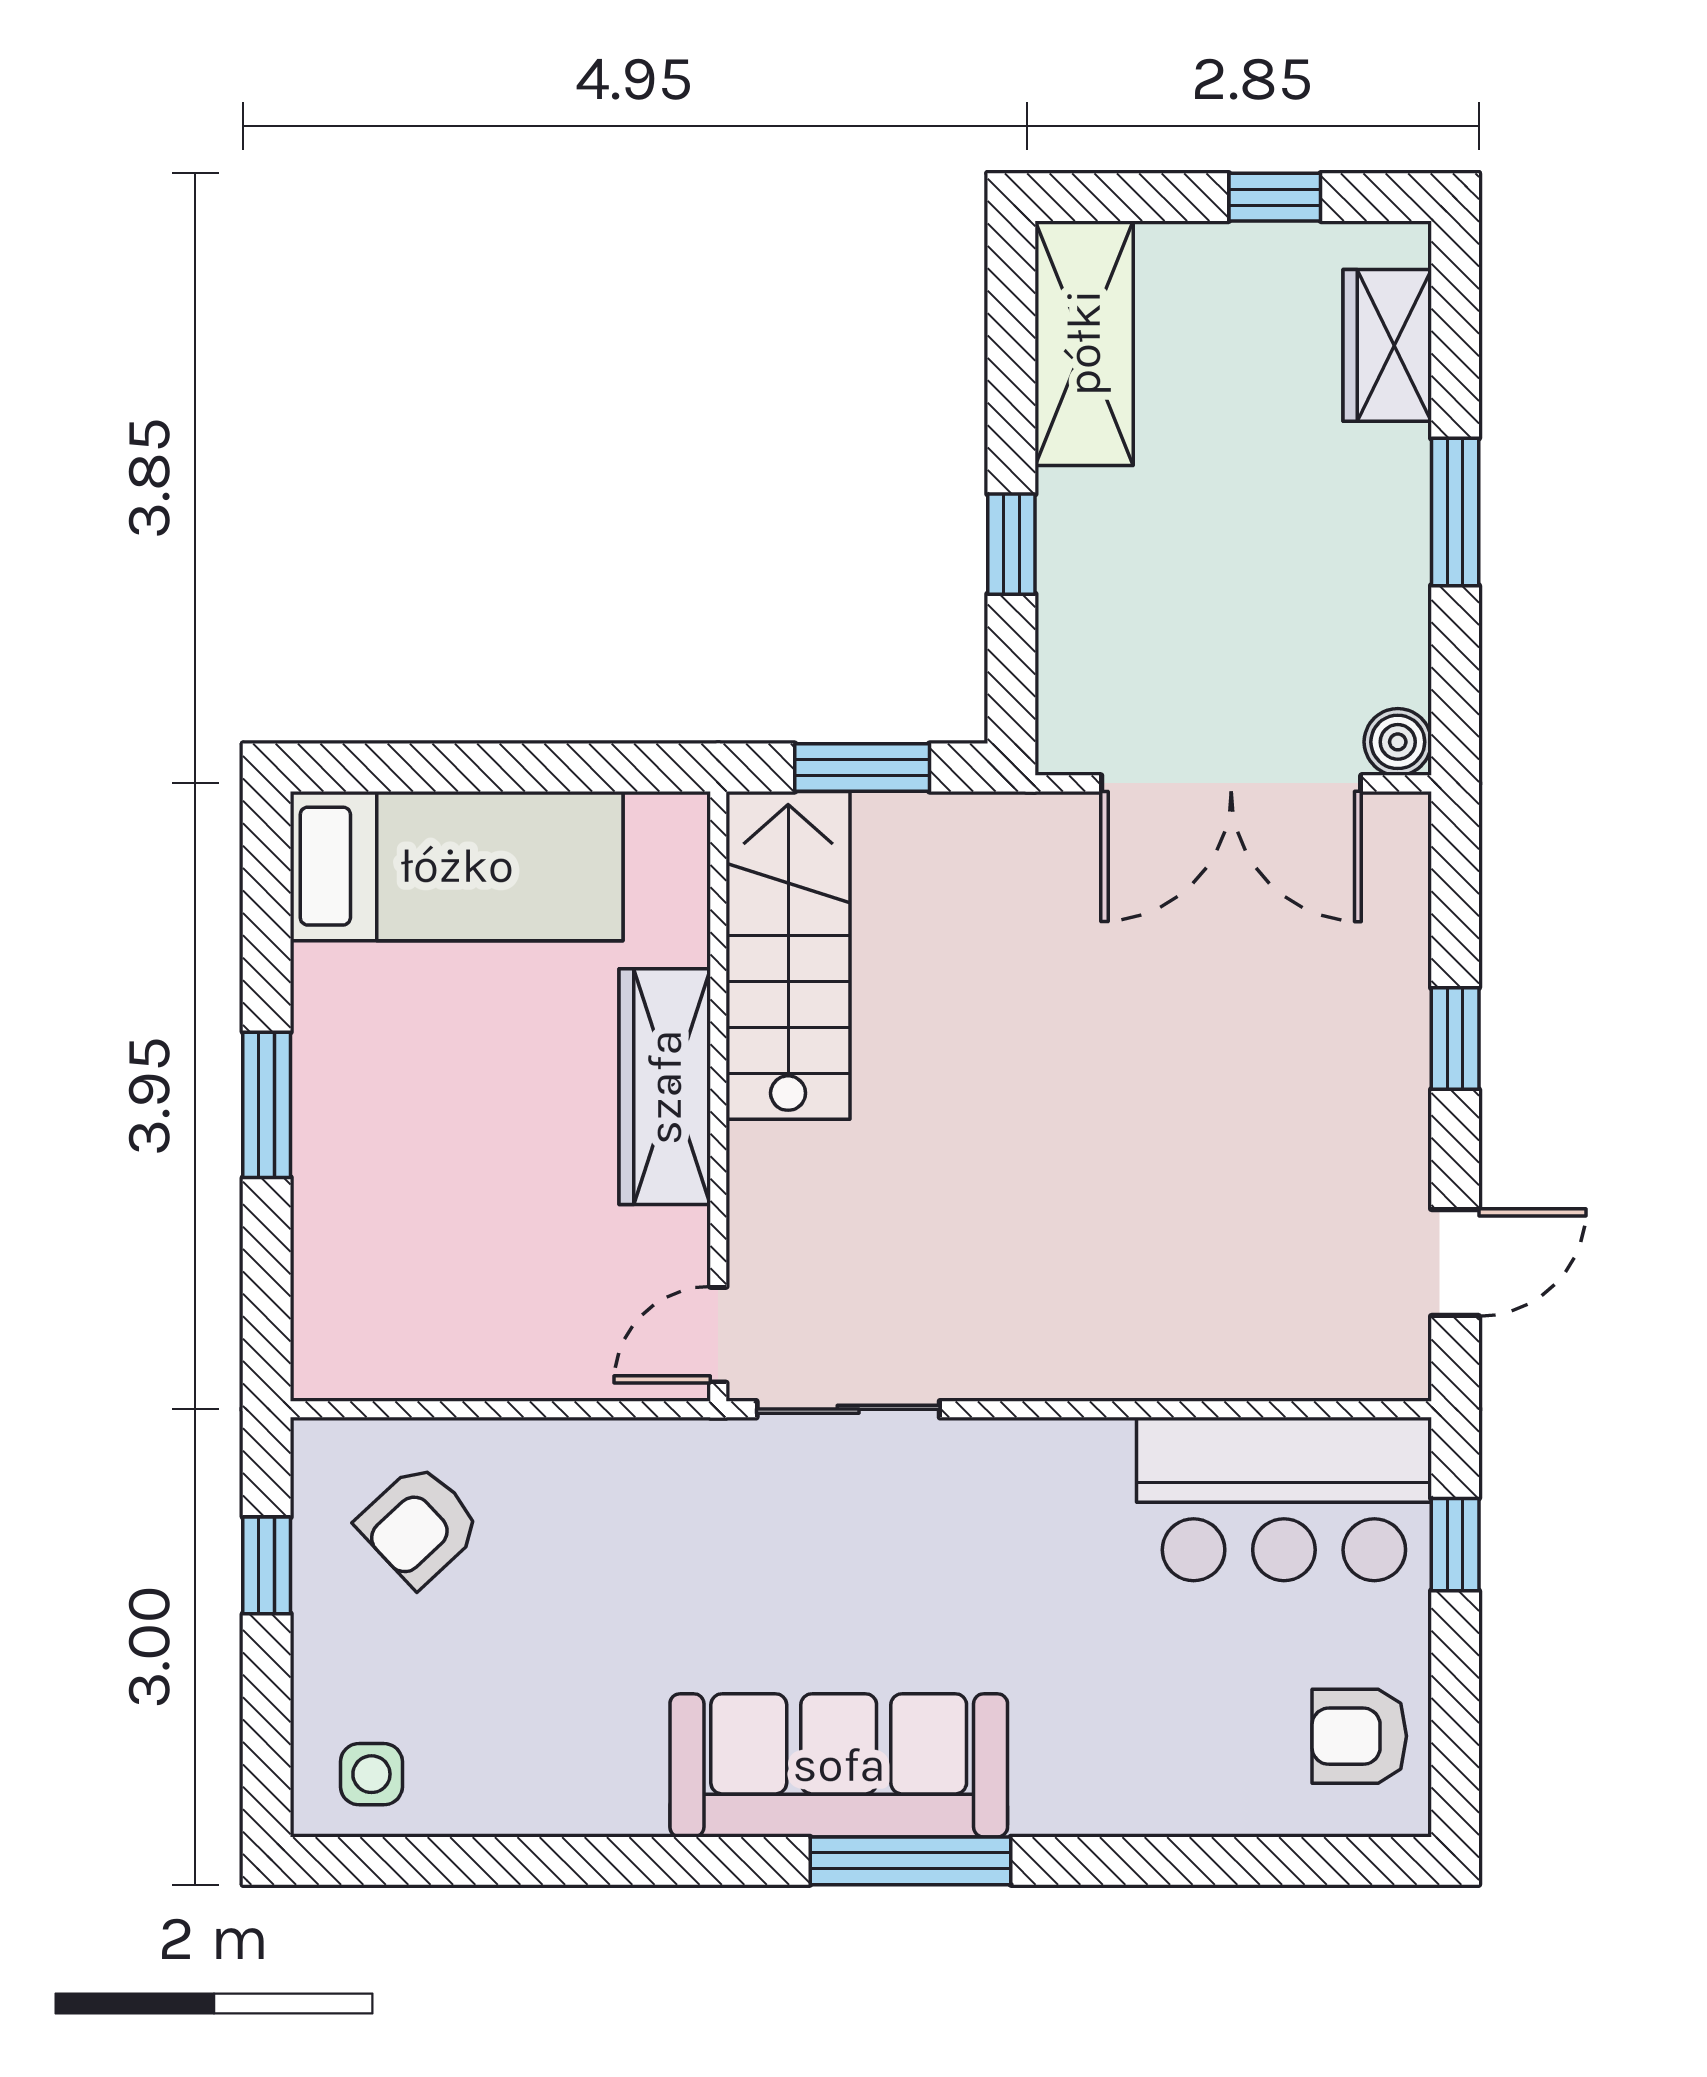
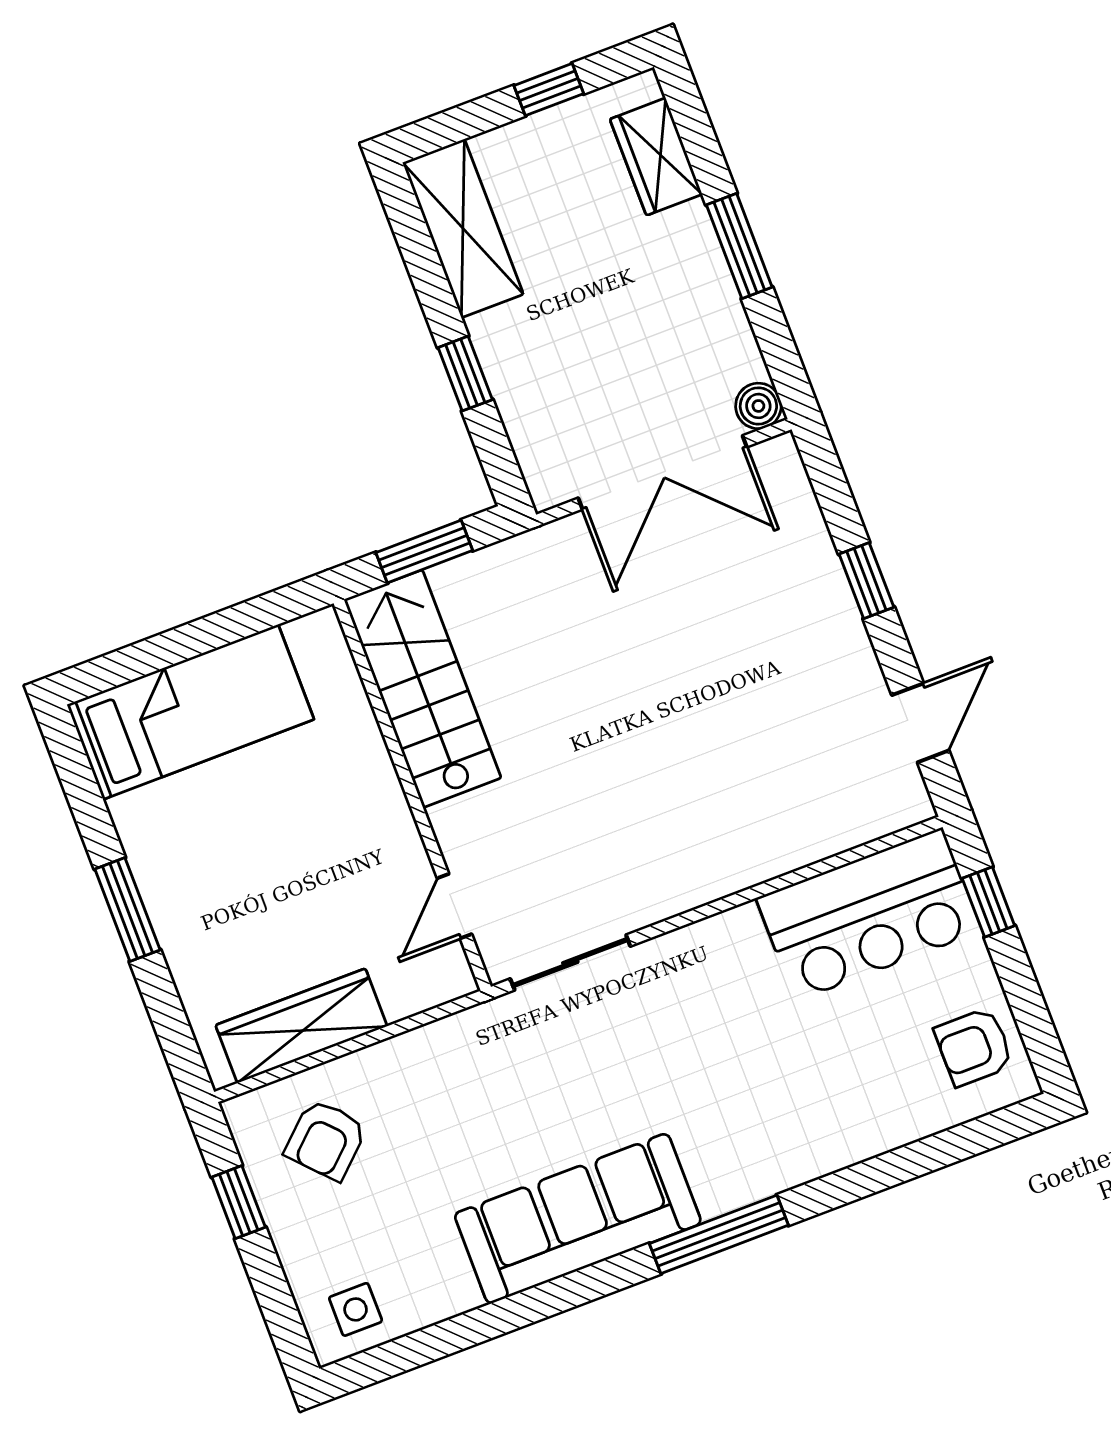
wardrobe: (665, 1087) -> (301, 1026), moved, turned 90
door: (718, 1335) -> (454, 906), moved
sofa: (839, 1765) -> (578, 1219), moved

